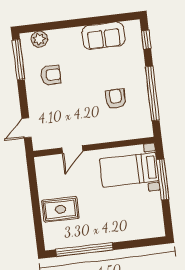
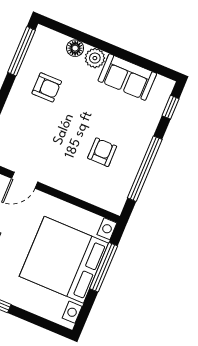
floor lamp: (55, 36) -> (75, 48), added
plant: (39, 39) -> (95, 58), moved
bed with nightstands: (129, 170) -> (64, 260), width x1.85

